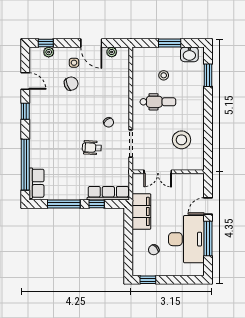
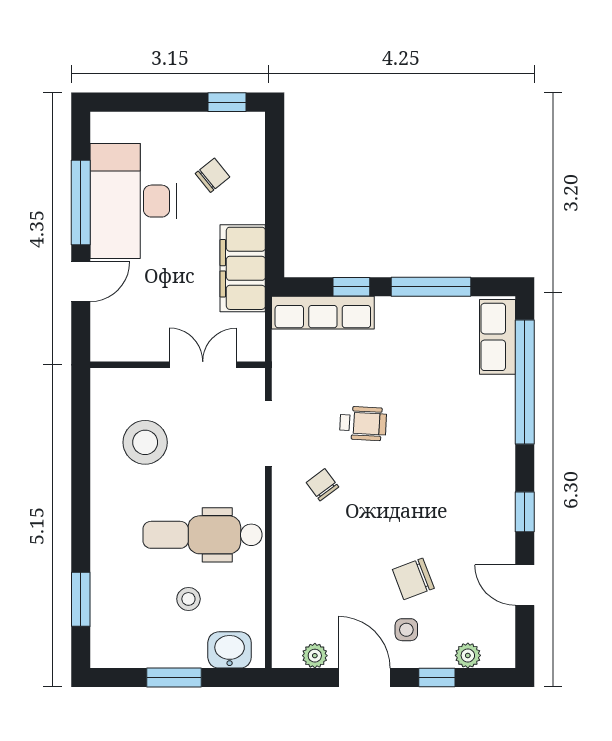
window: (46, 43) -> (437, 678), moved
washbasin: (189, 54) -> (230, 650), moved
dental chair: (158, 102) -> (202, 535), width x1.36, depth x1.38

